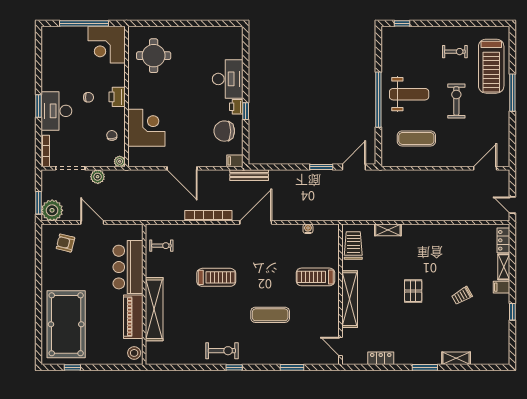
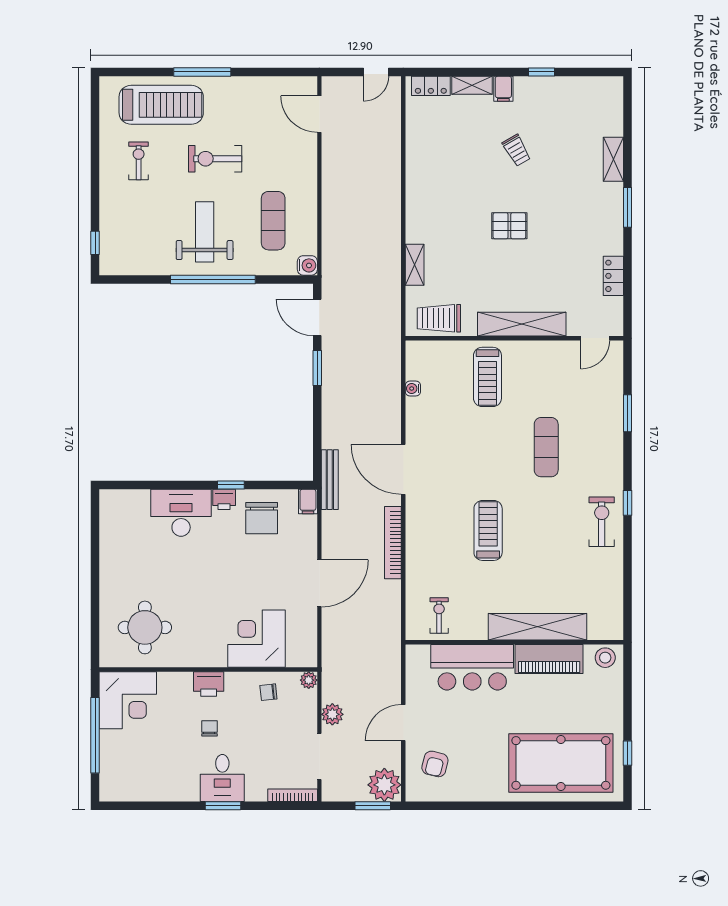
desk: (56, 111) -> (222, 778), width x0.73
water cooler: (387, 161) -> (307, 265), added

